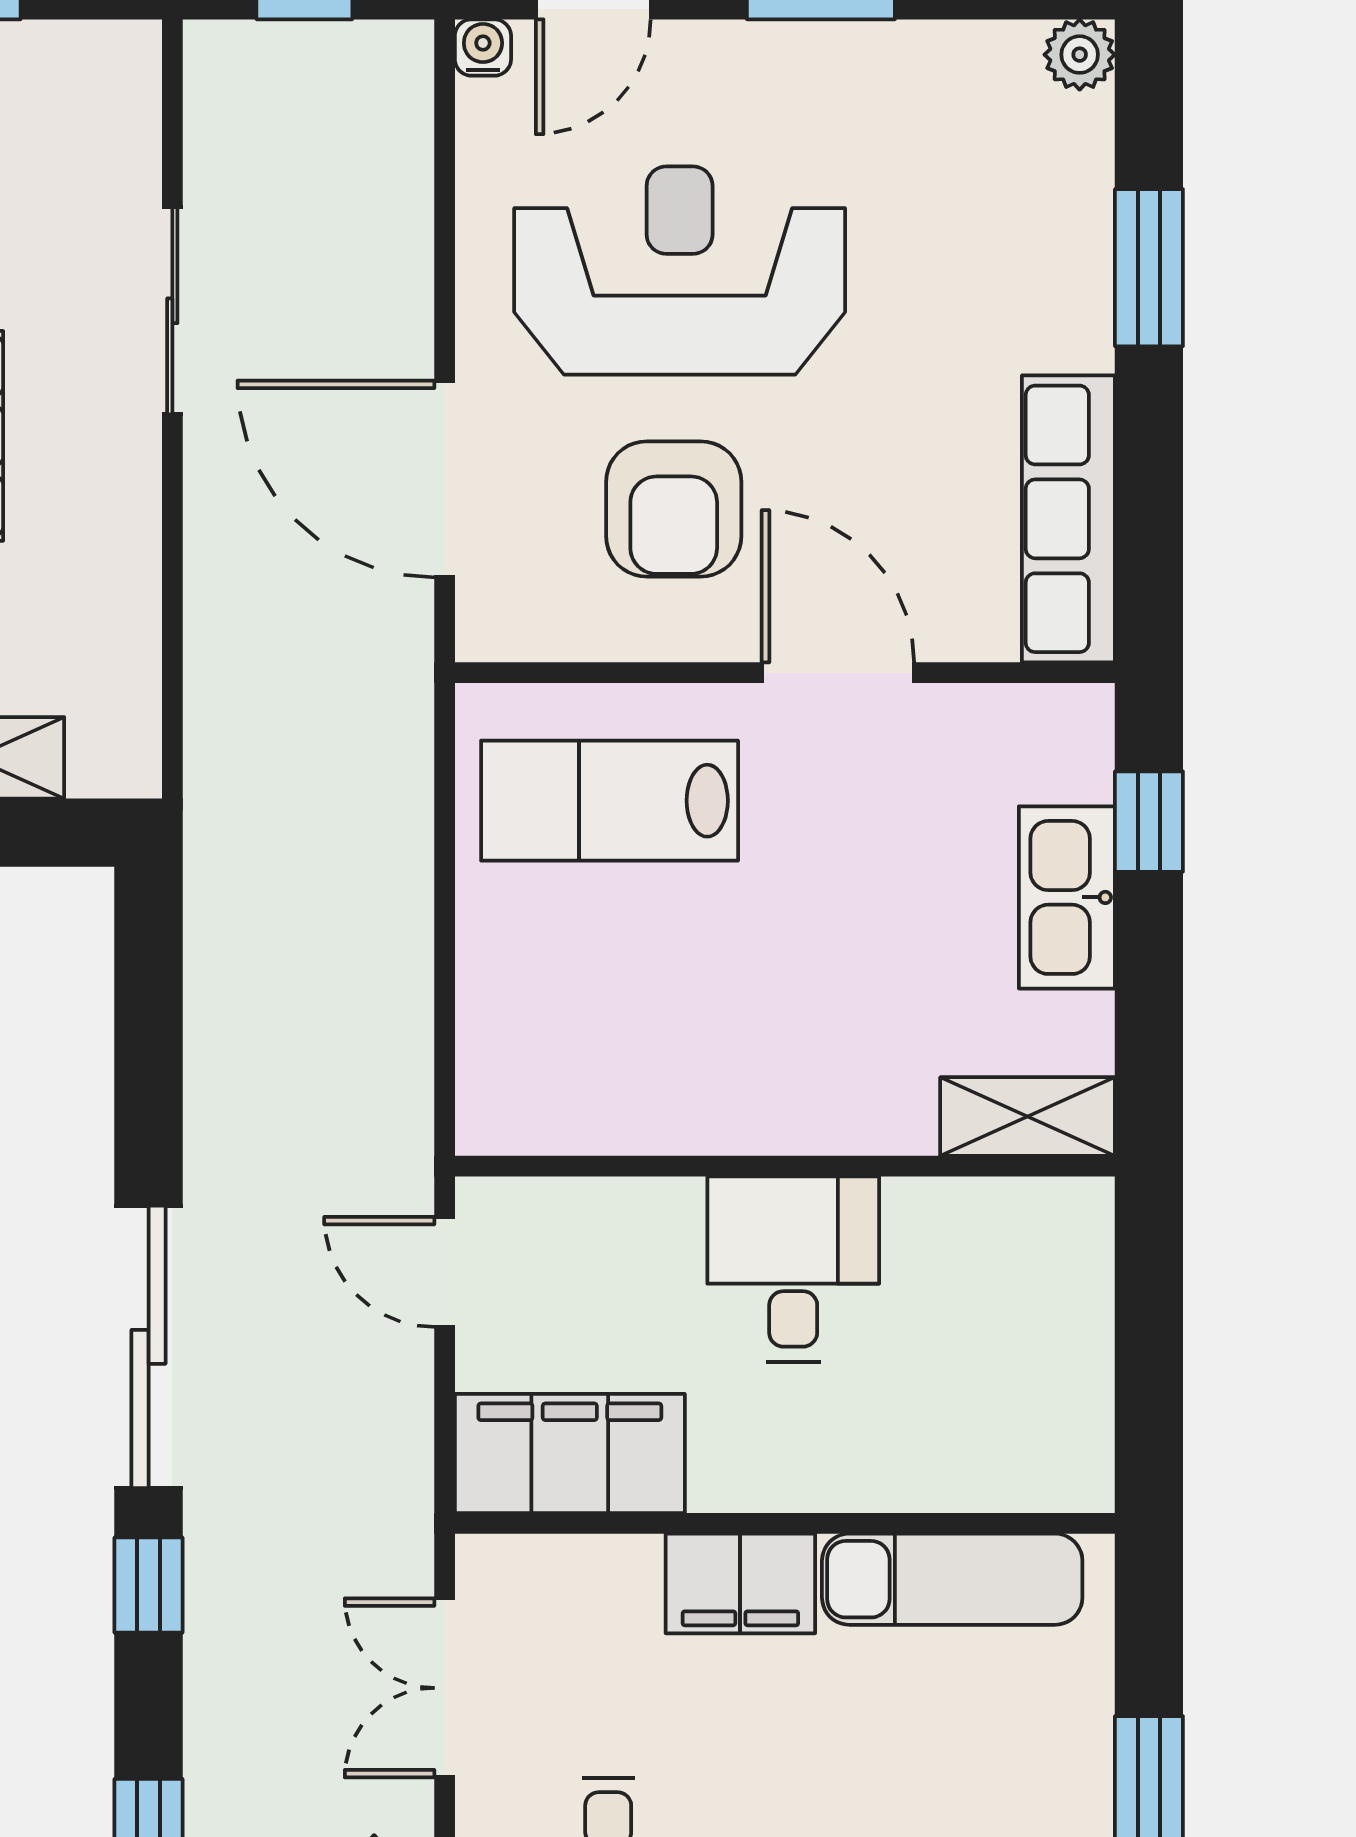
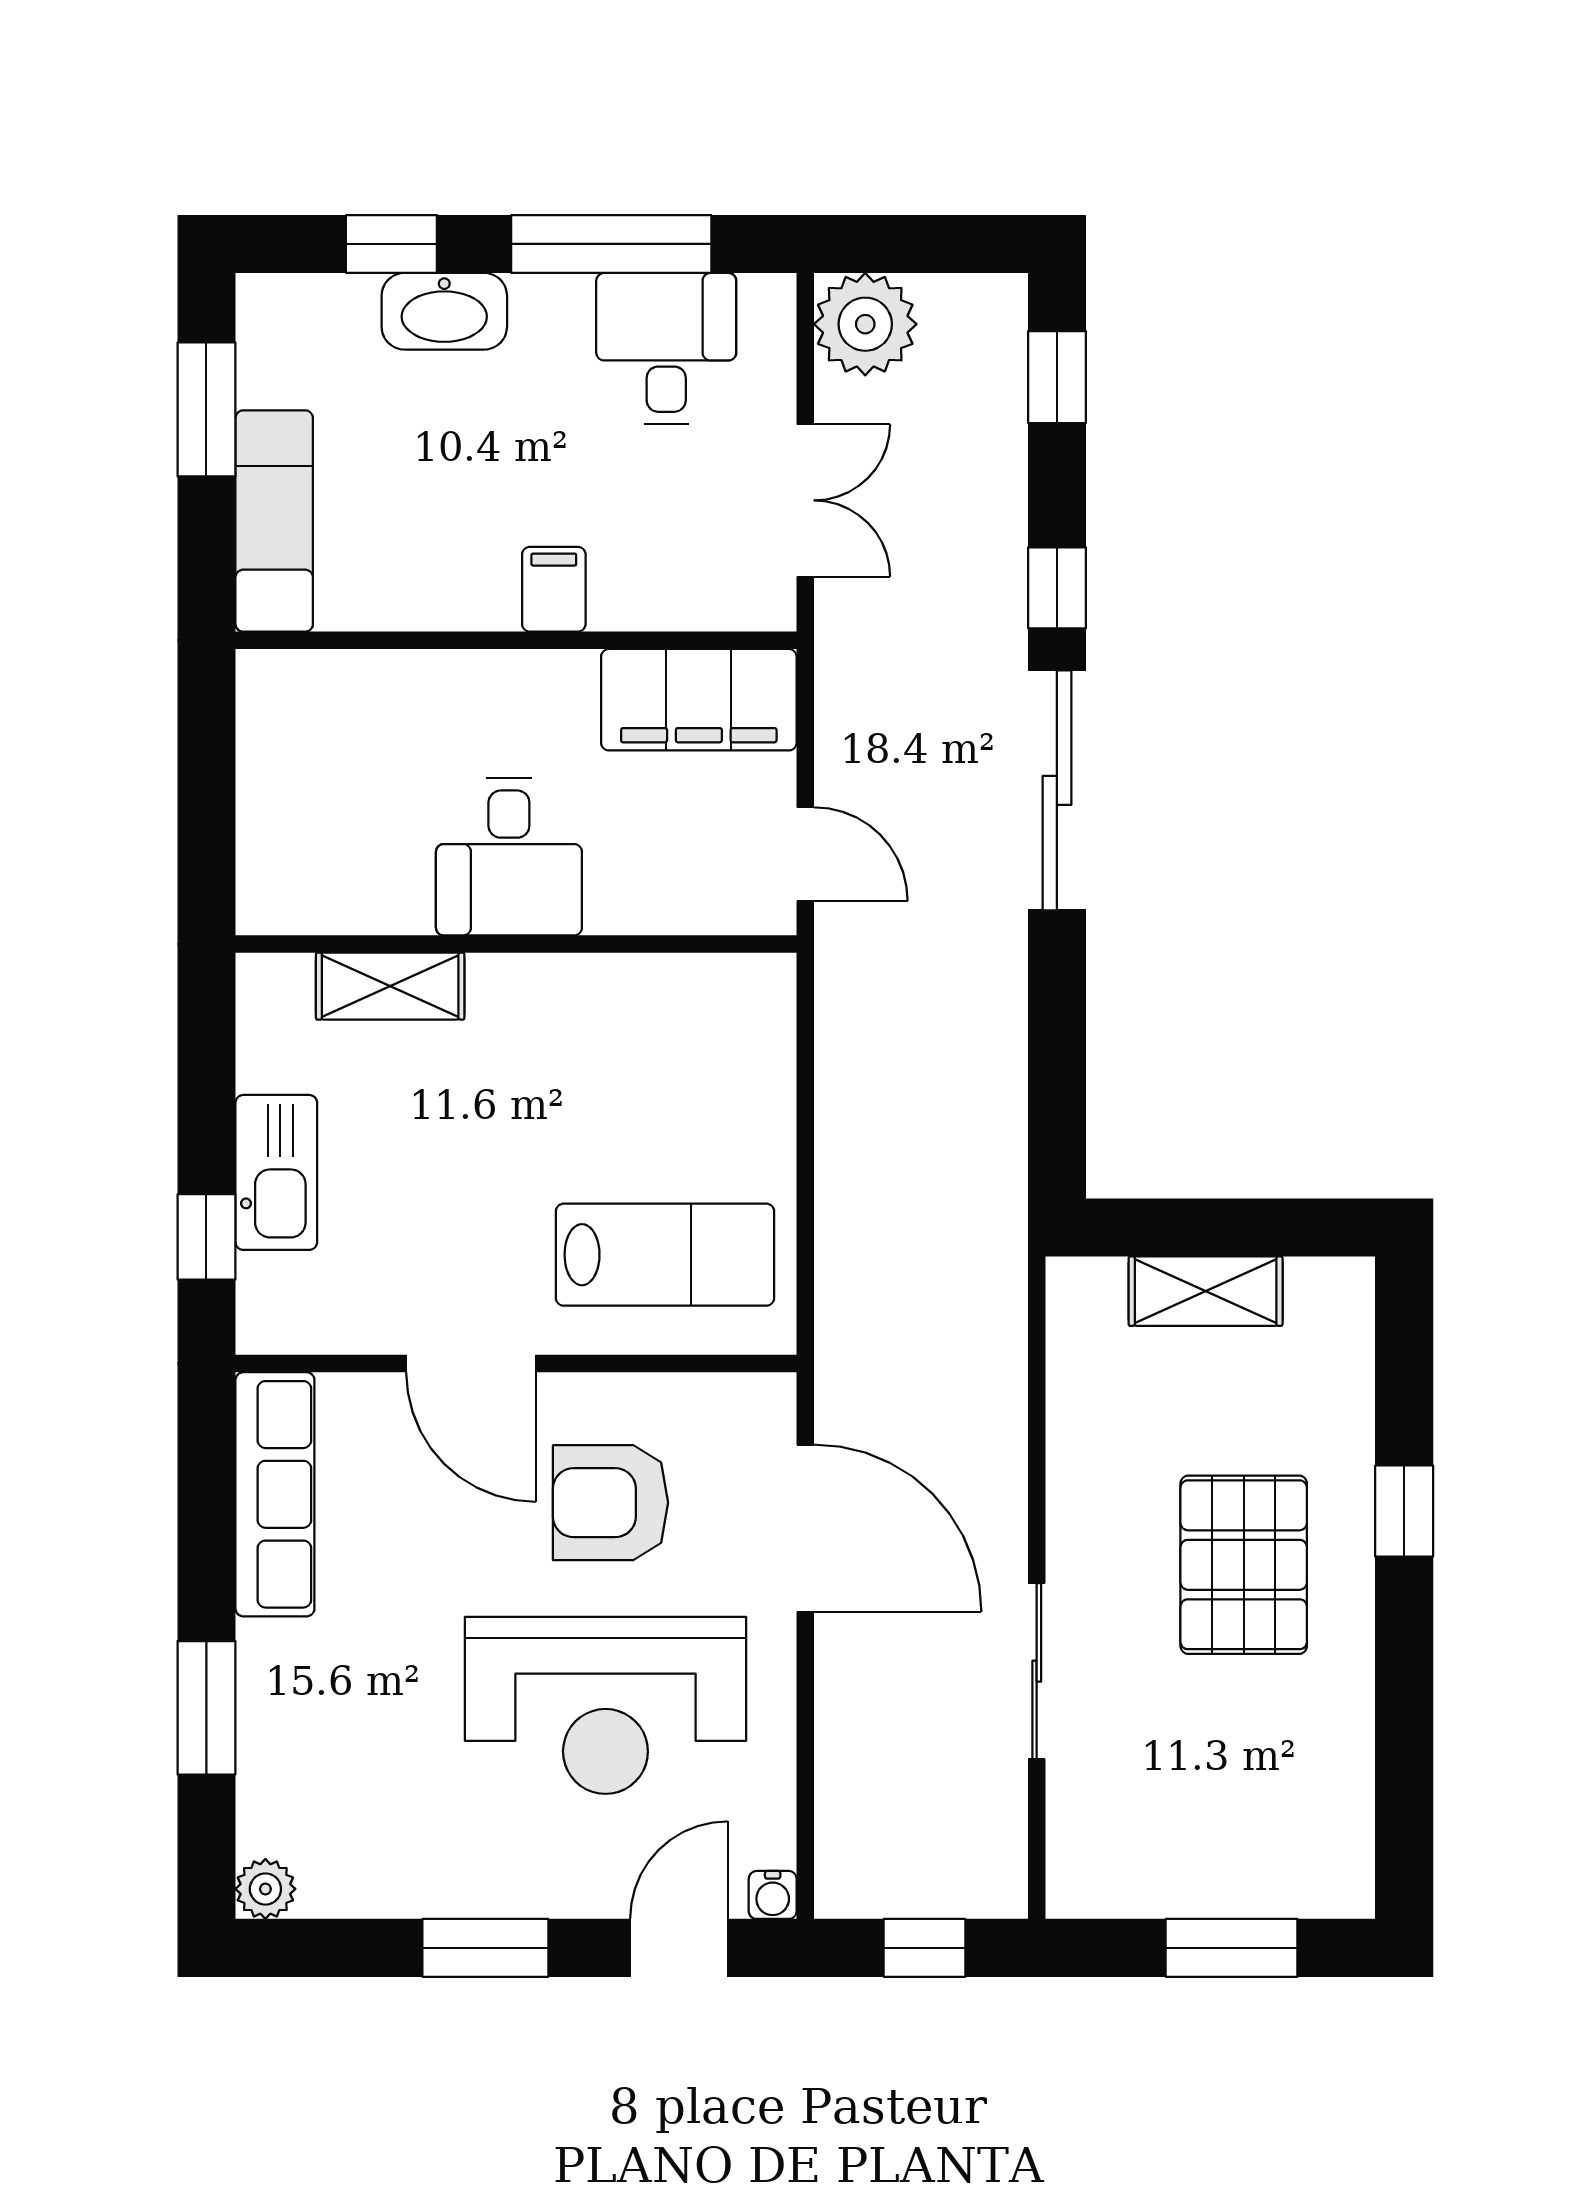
armchair: (674, 509) -> (610, 1503), turned -90
shelving: (1028, 1117) -> (390, 986), moved
exam couch: (952, 1579) -> (274, 521), moved, turned 90
filing cabinet: (740, 1583) -> (554, 589), width x0.50

